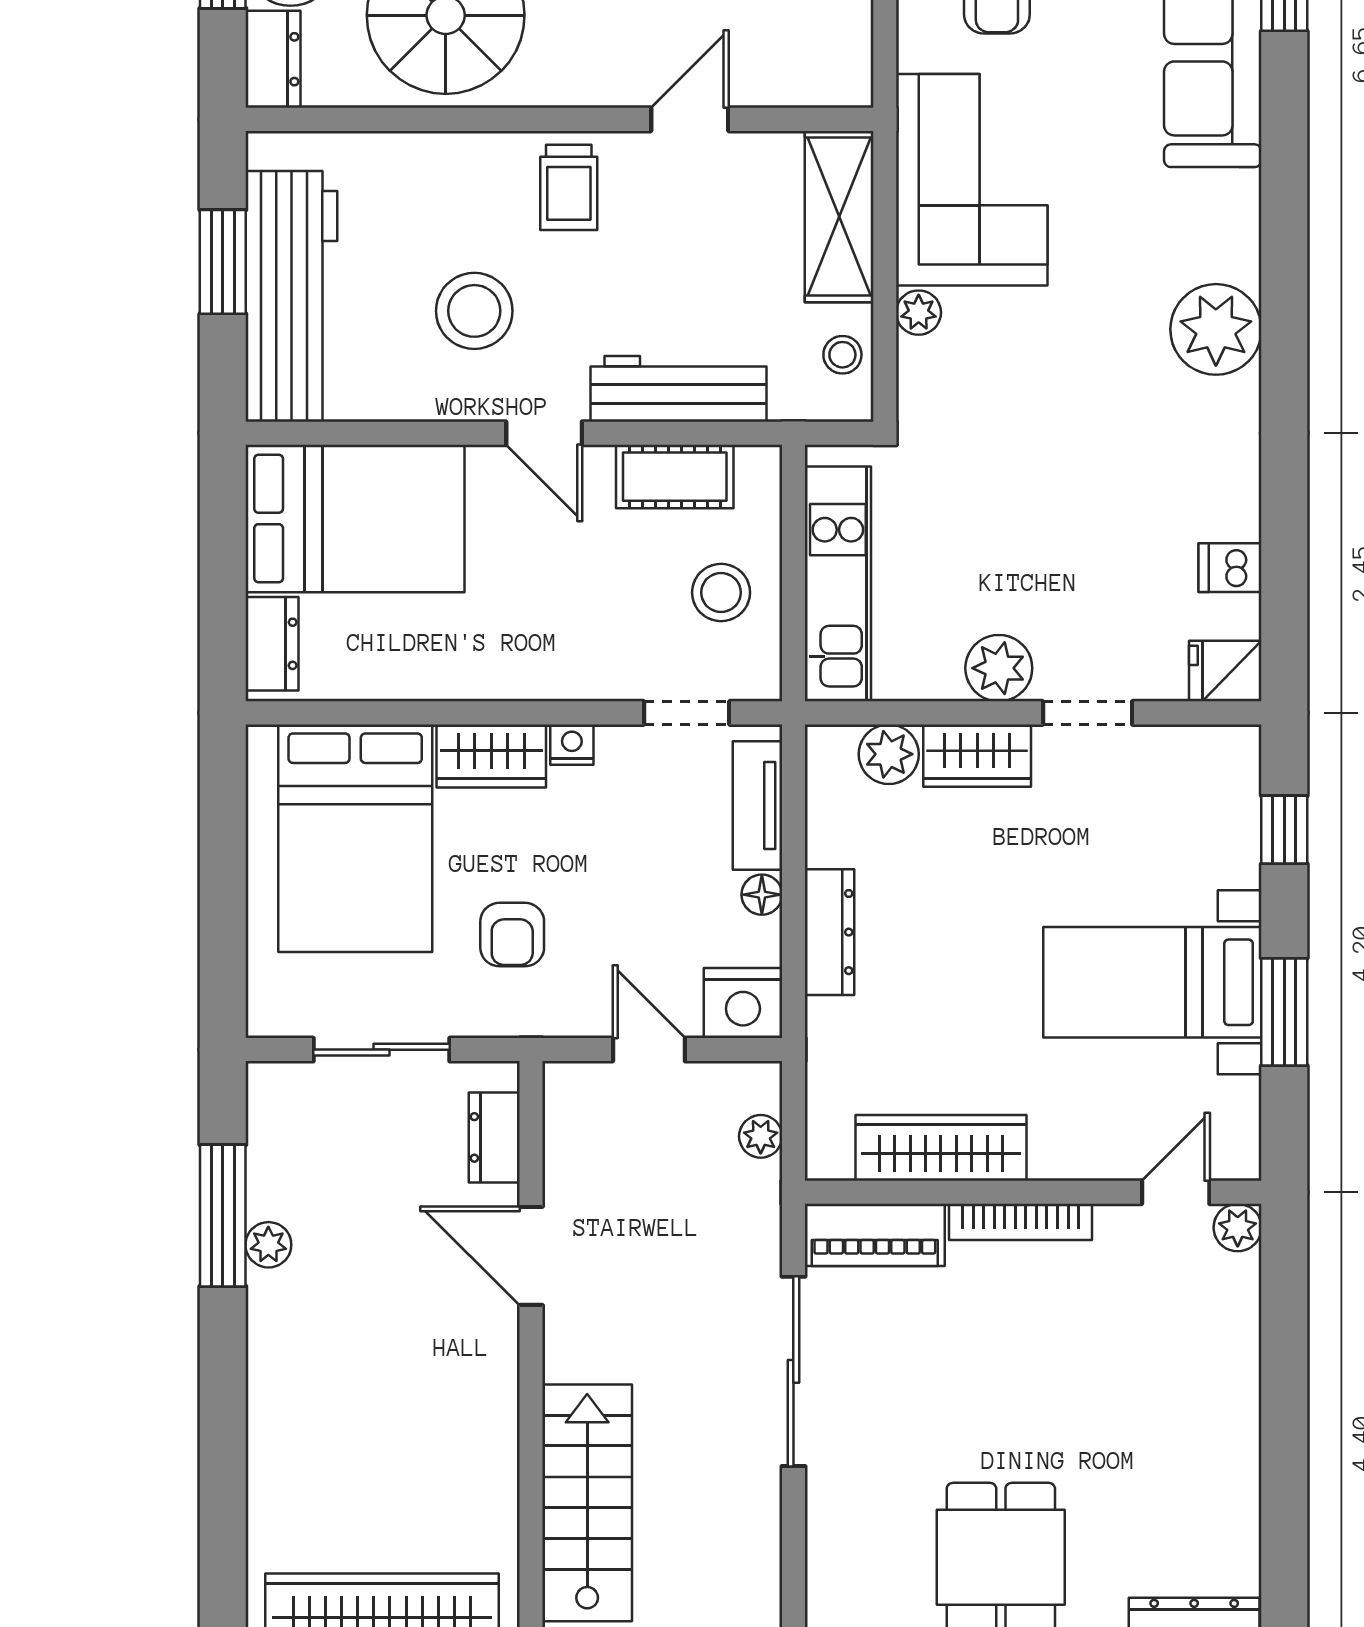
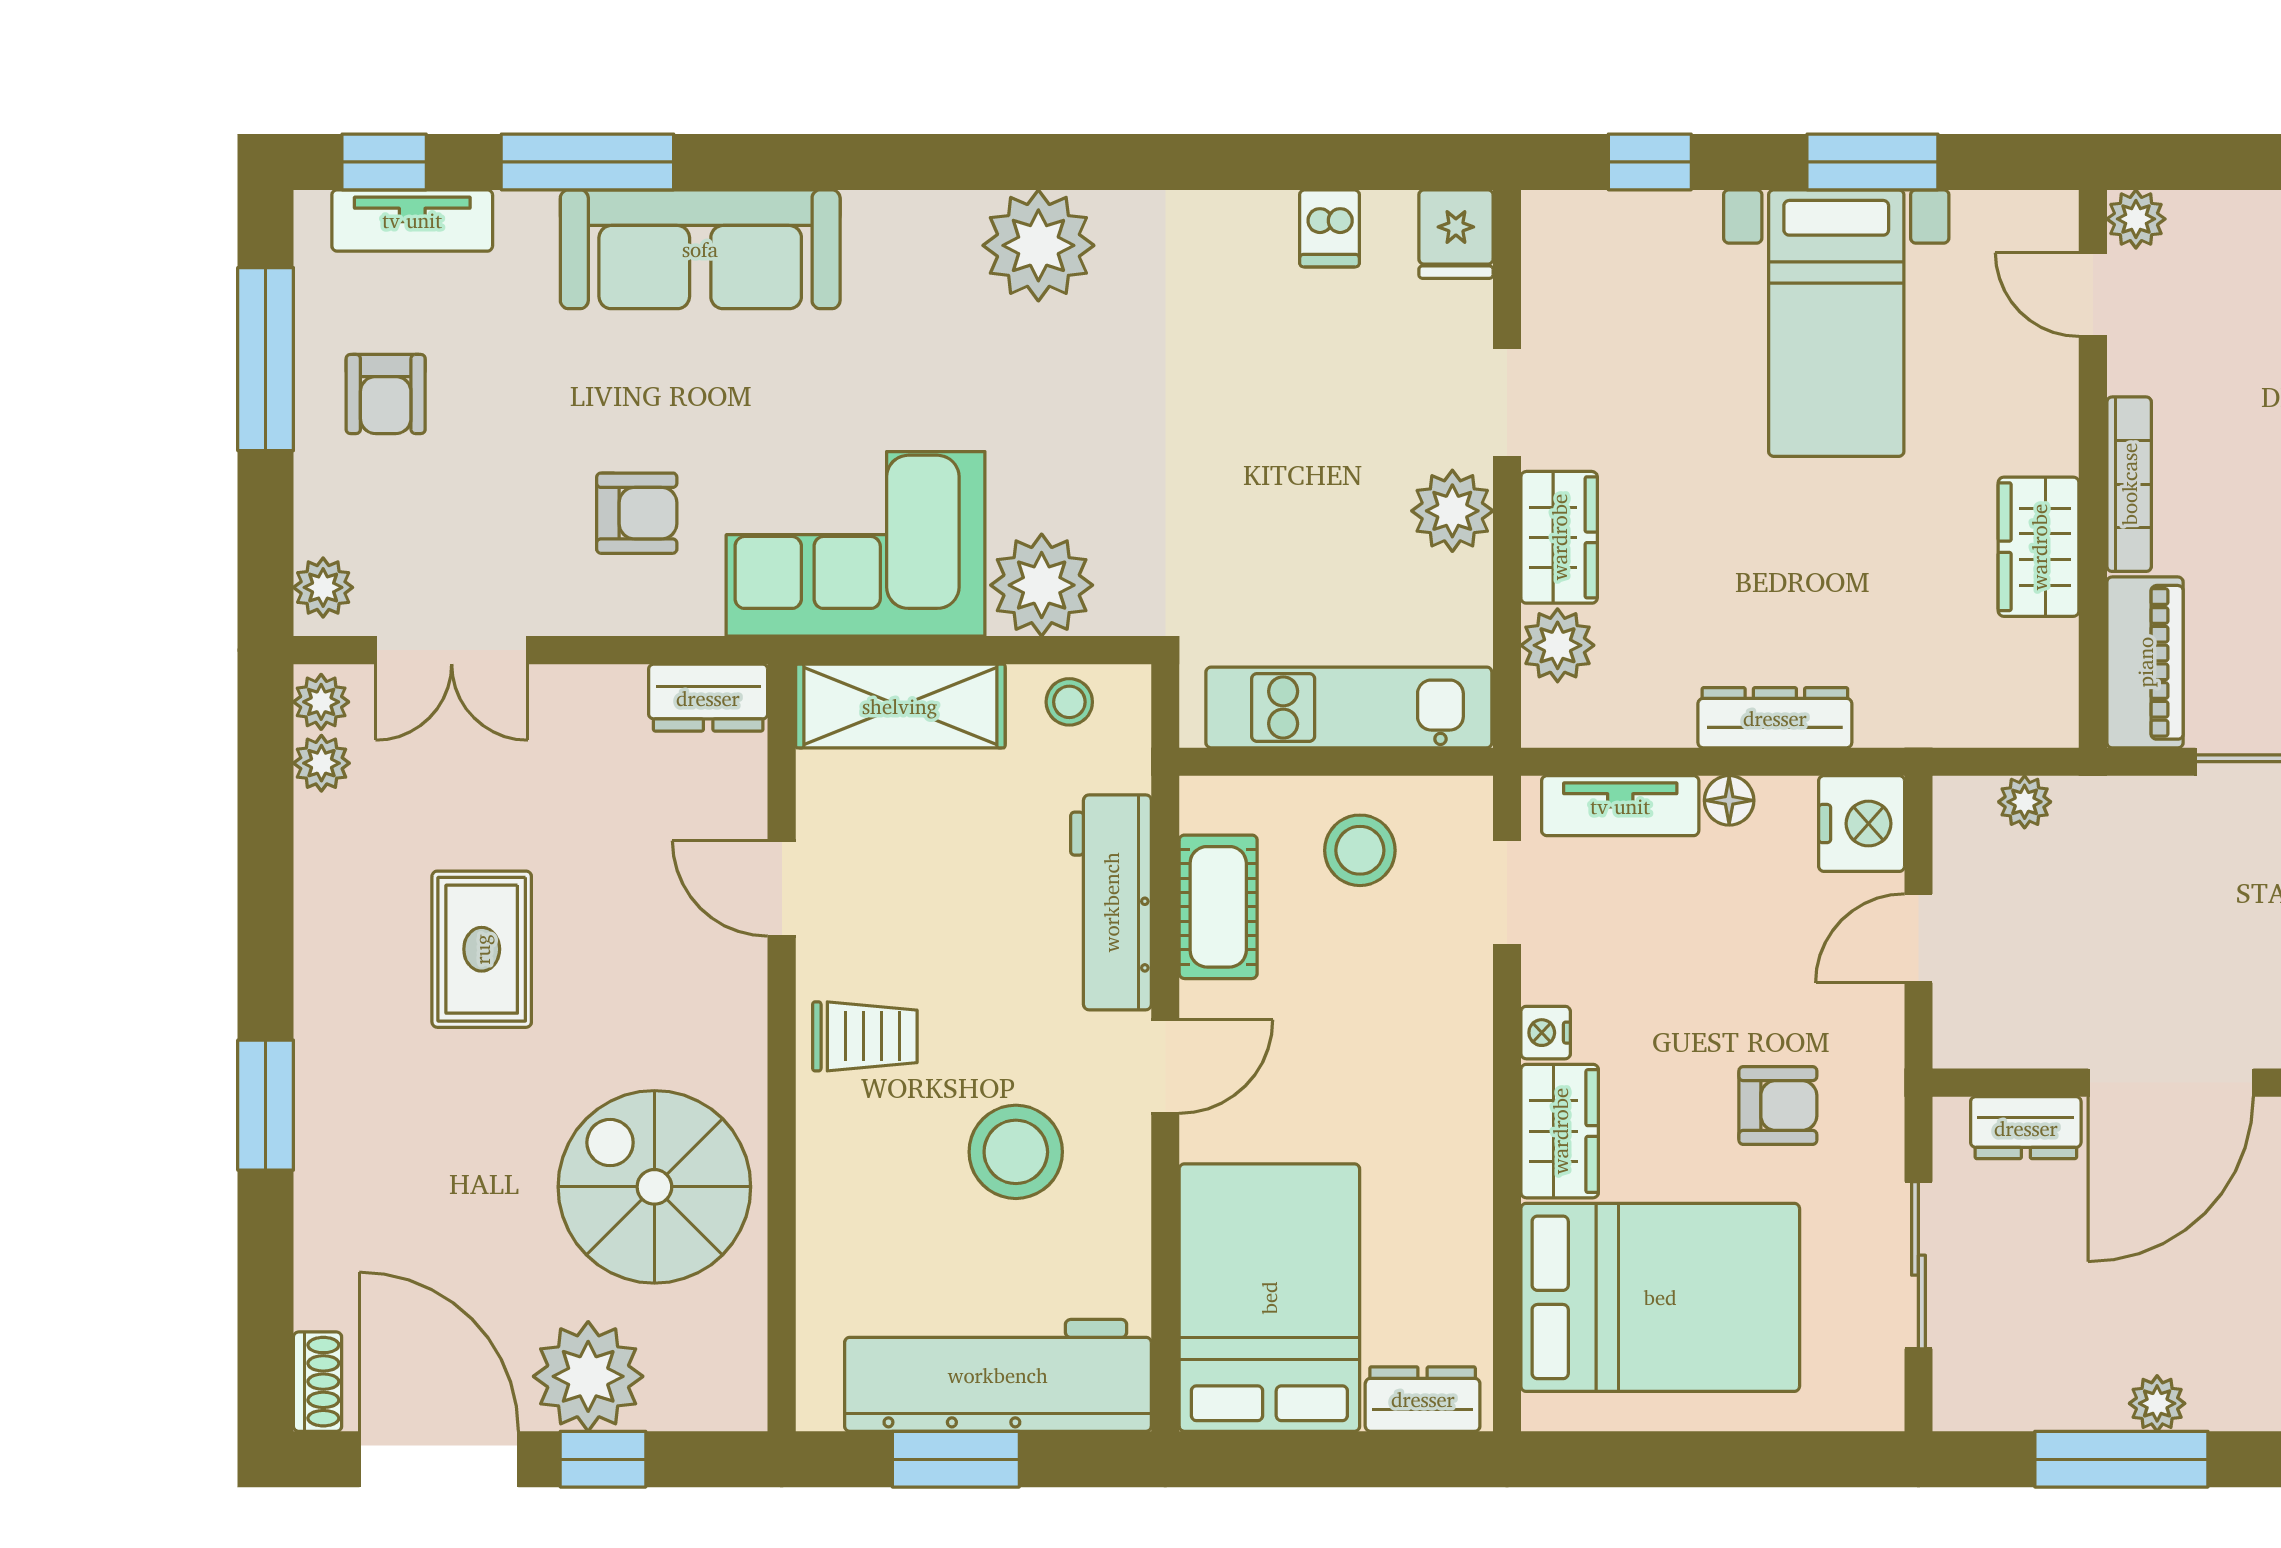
dresser: (273, 59) -> (708, 698), moved, turned 180
plant: (919, 313) -> (1042, 585), width x1.88, depth x1.88
wardrobe: (941, 1148) -> (2039, 547), width x0.67
door: (531, 1256) -> (2171, 1083), width x1.36

